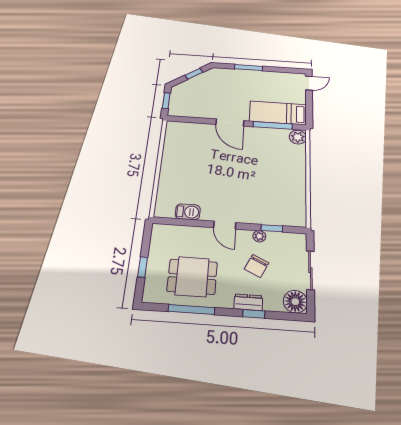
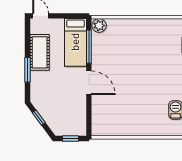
cot: (268, 79) -> (40, 52), added
door: (230, 123) -> (89, 83), hinge flipped

